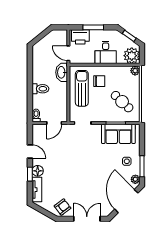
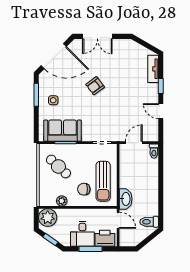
desk: (106, 52) -> (82, 234), moved, turned 180
plant: (135, 71) -> (62, 201), moved
toilet: (40, 89) -> (149, 222), moved
floor lamp: (38, 171) -> (152, 90), removed
plant: (135, 179) -> (44, 80), removed
door: (126, 201) -> (54, 56), hinge flipped
armchair: (63, 207) -> (95, 86), moved

